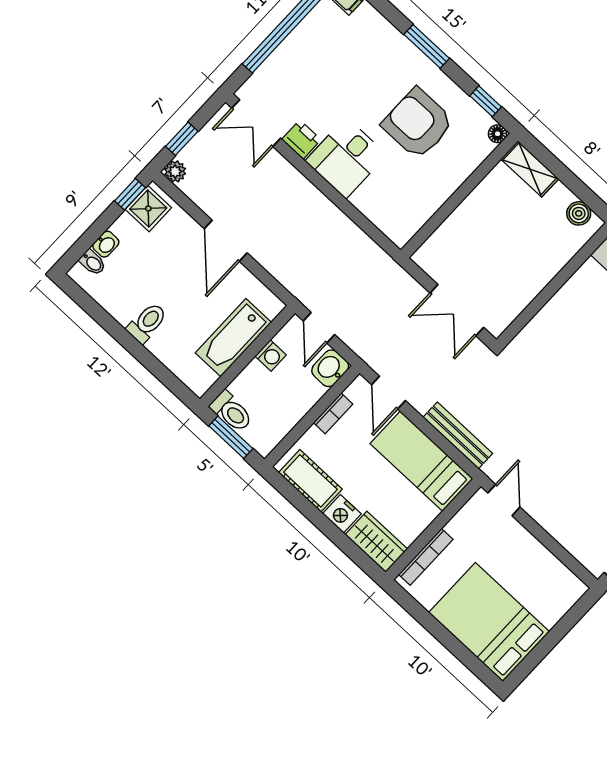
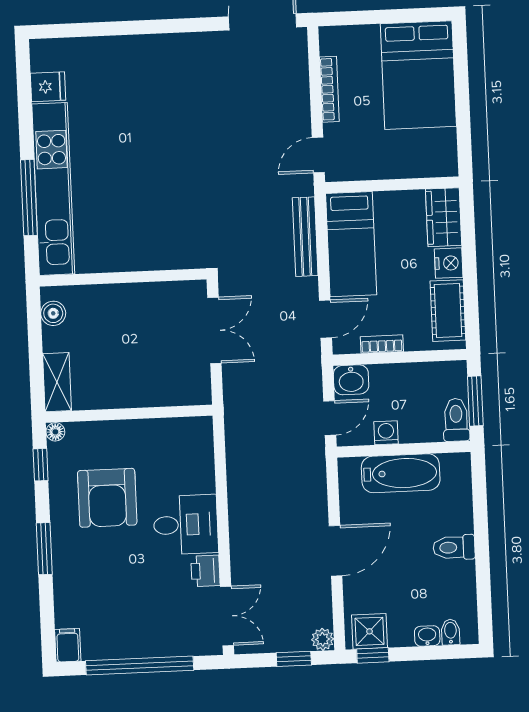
bookcase: (426, 557) -> (329, 89), moved, turned 90

